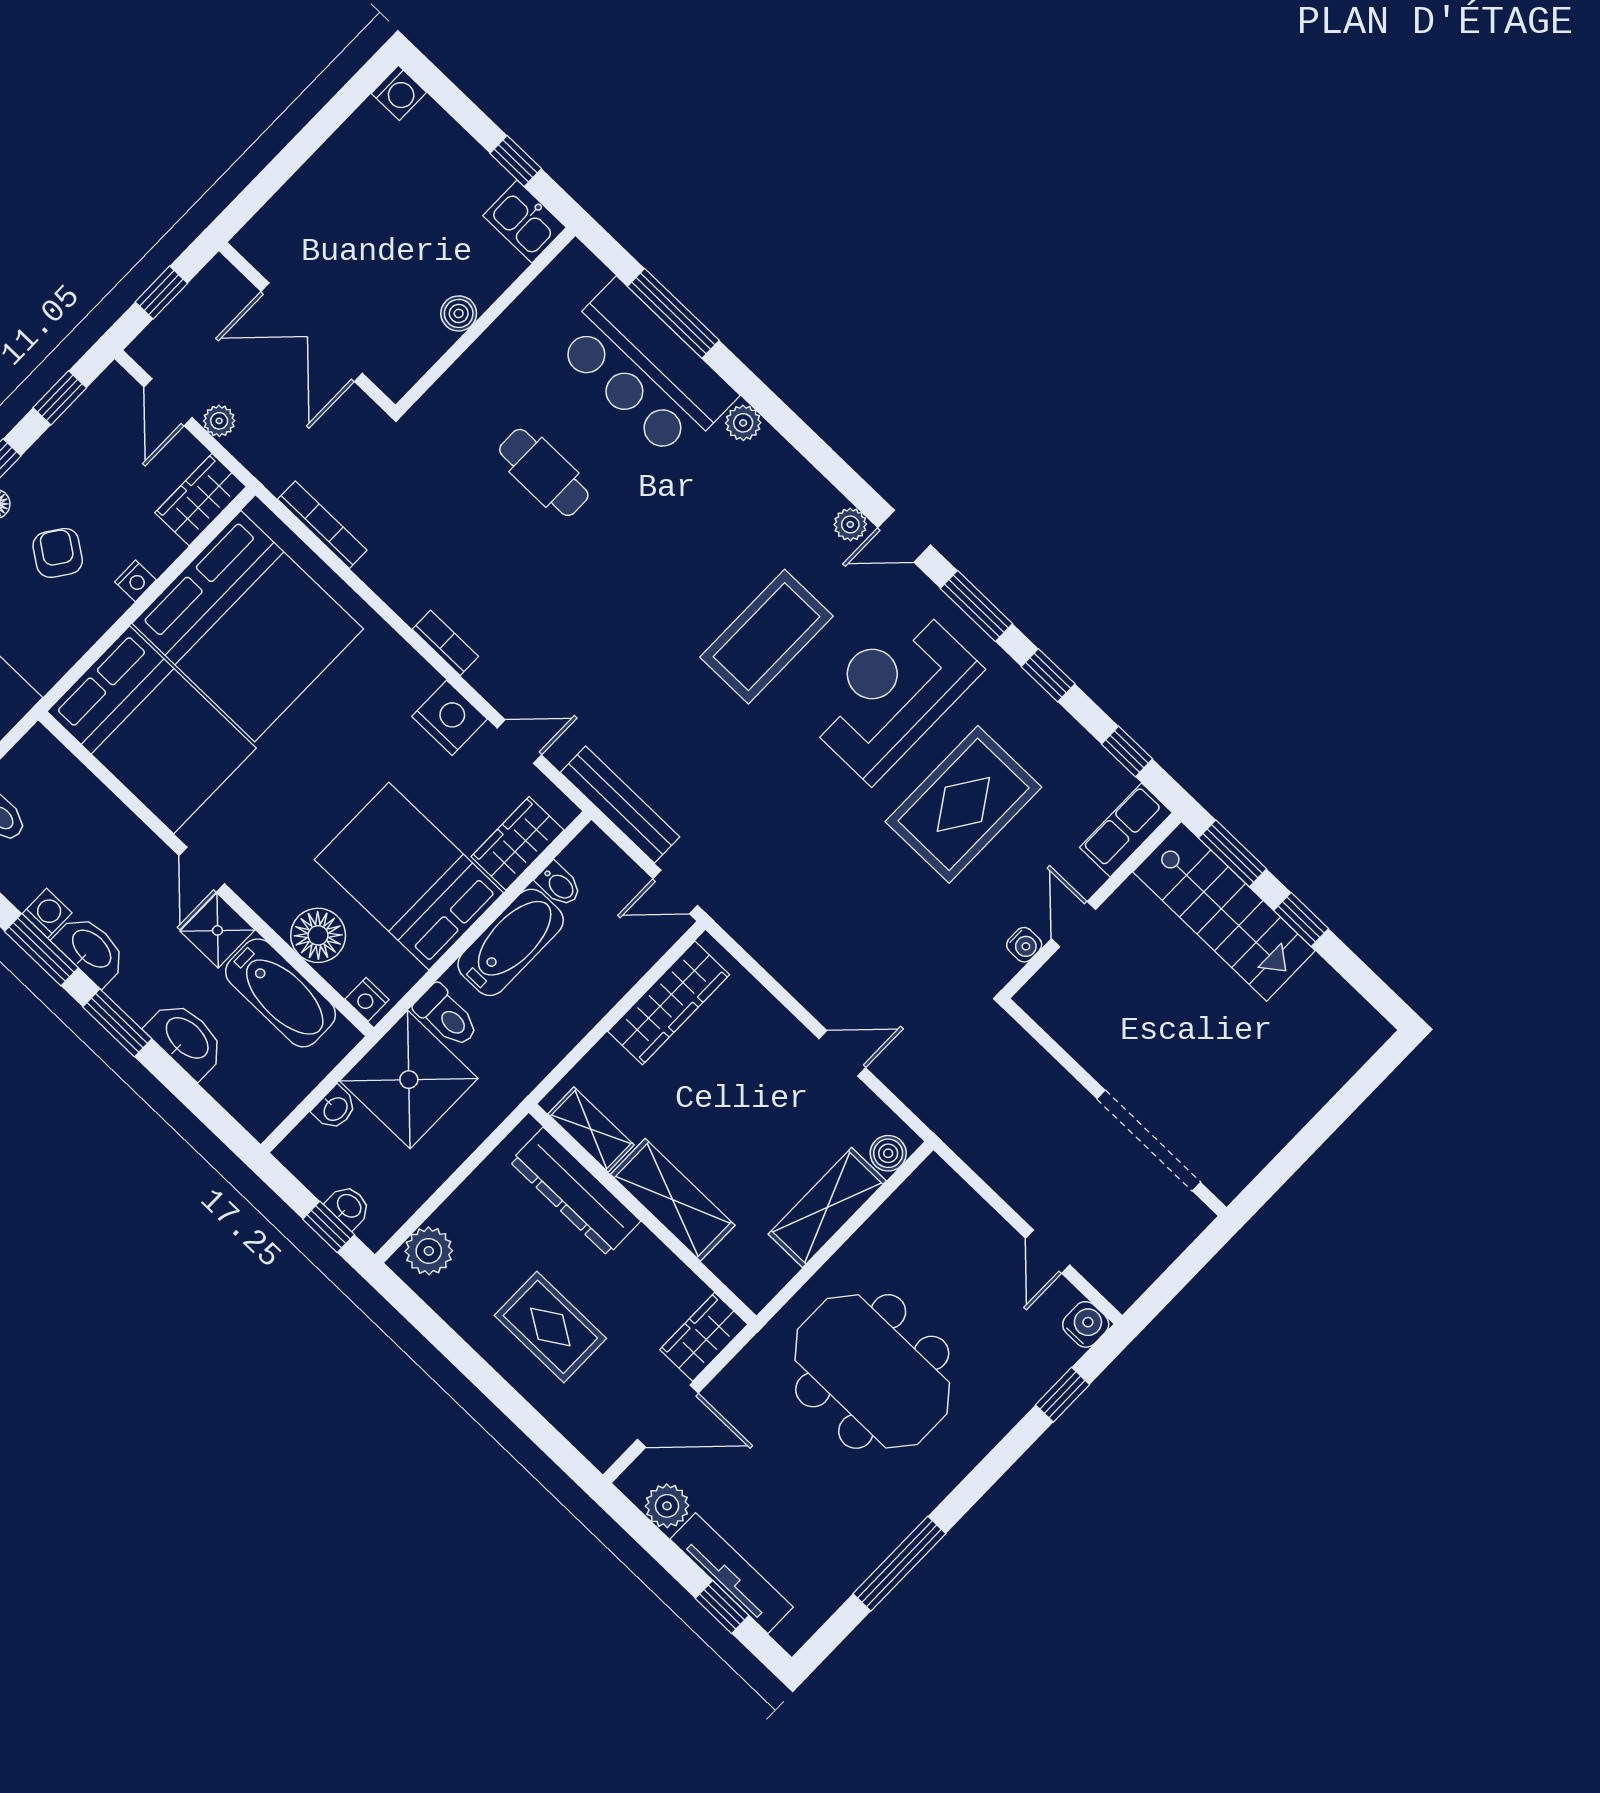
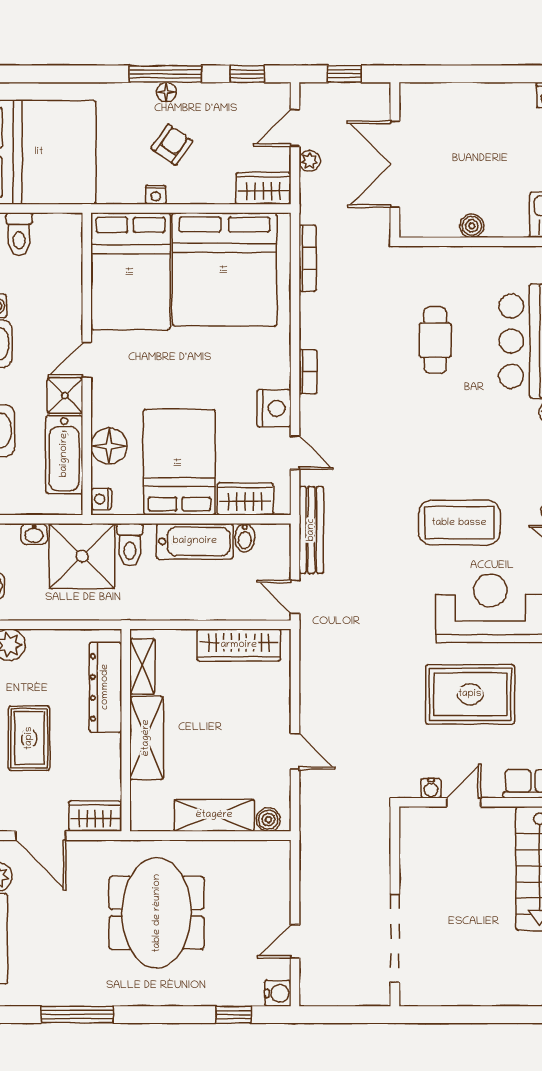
nightstand: (135, 581) -> (156, 195), moved

